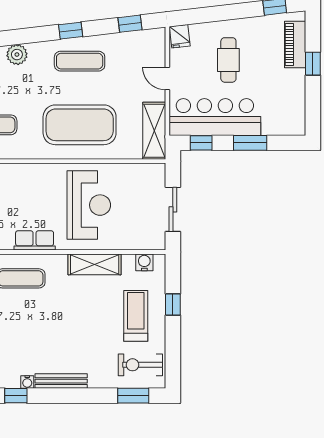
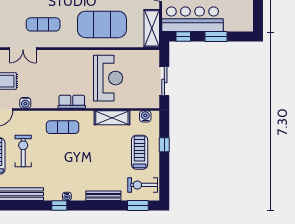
bench: (61, 381) -> (103, 196), moved

